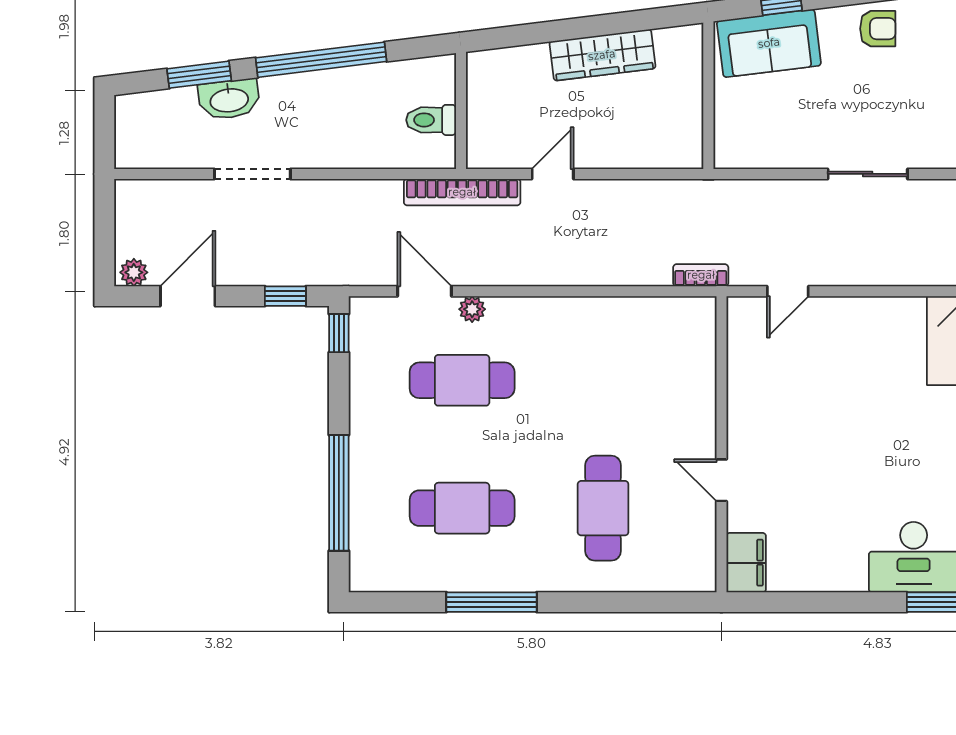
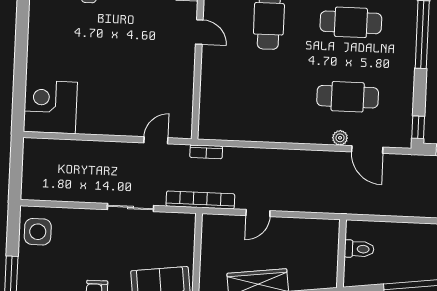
door: (553, 174) -> (258, 213), moved
sliding door: (868, 174) -> (130, 207), moved
bookcase: (462, 192) -> (200, 200), moved

